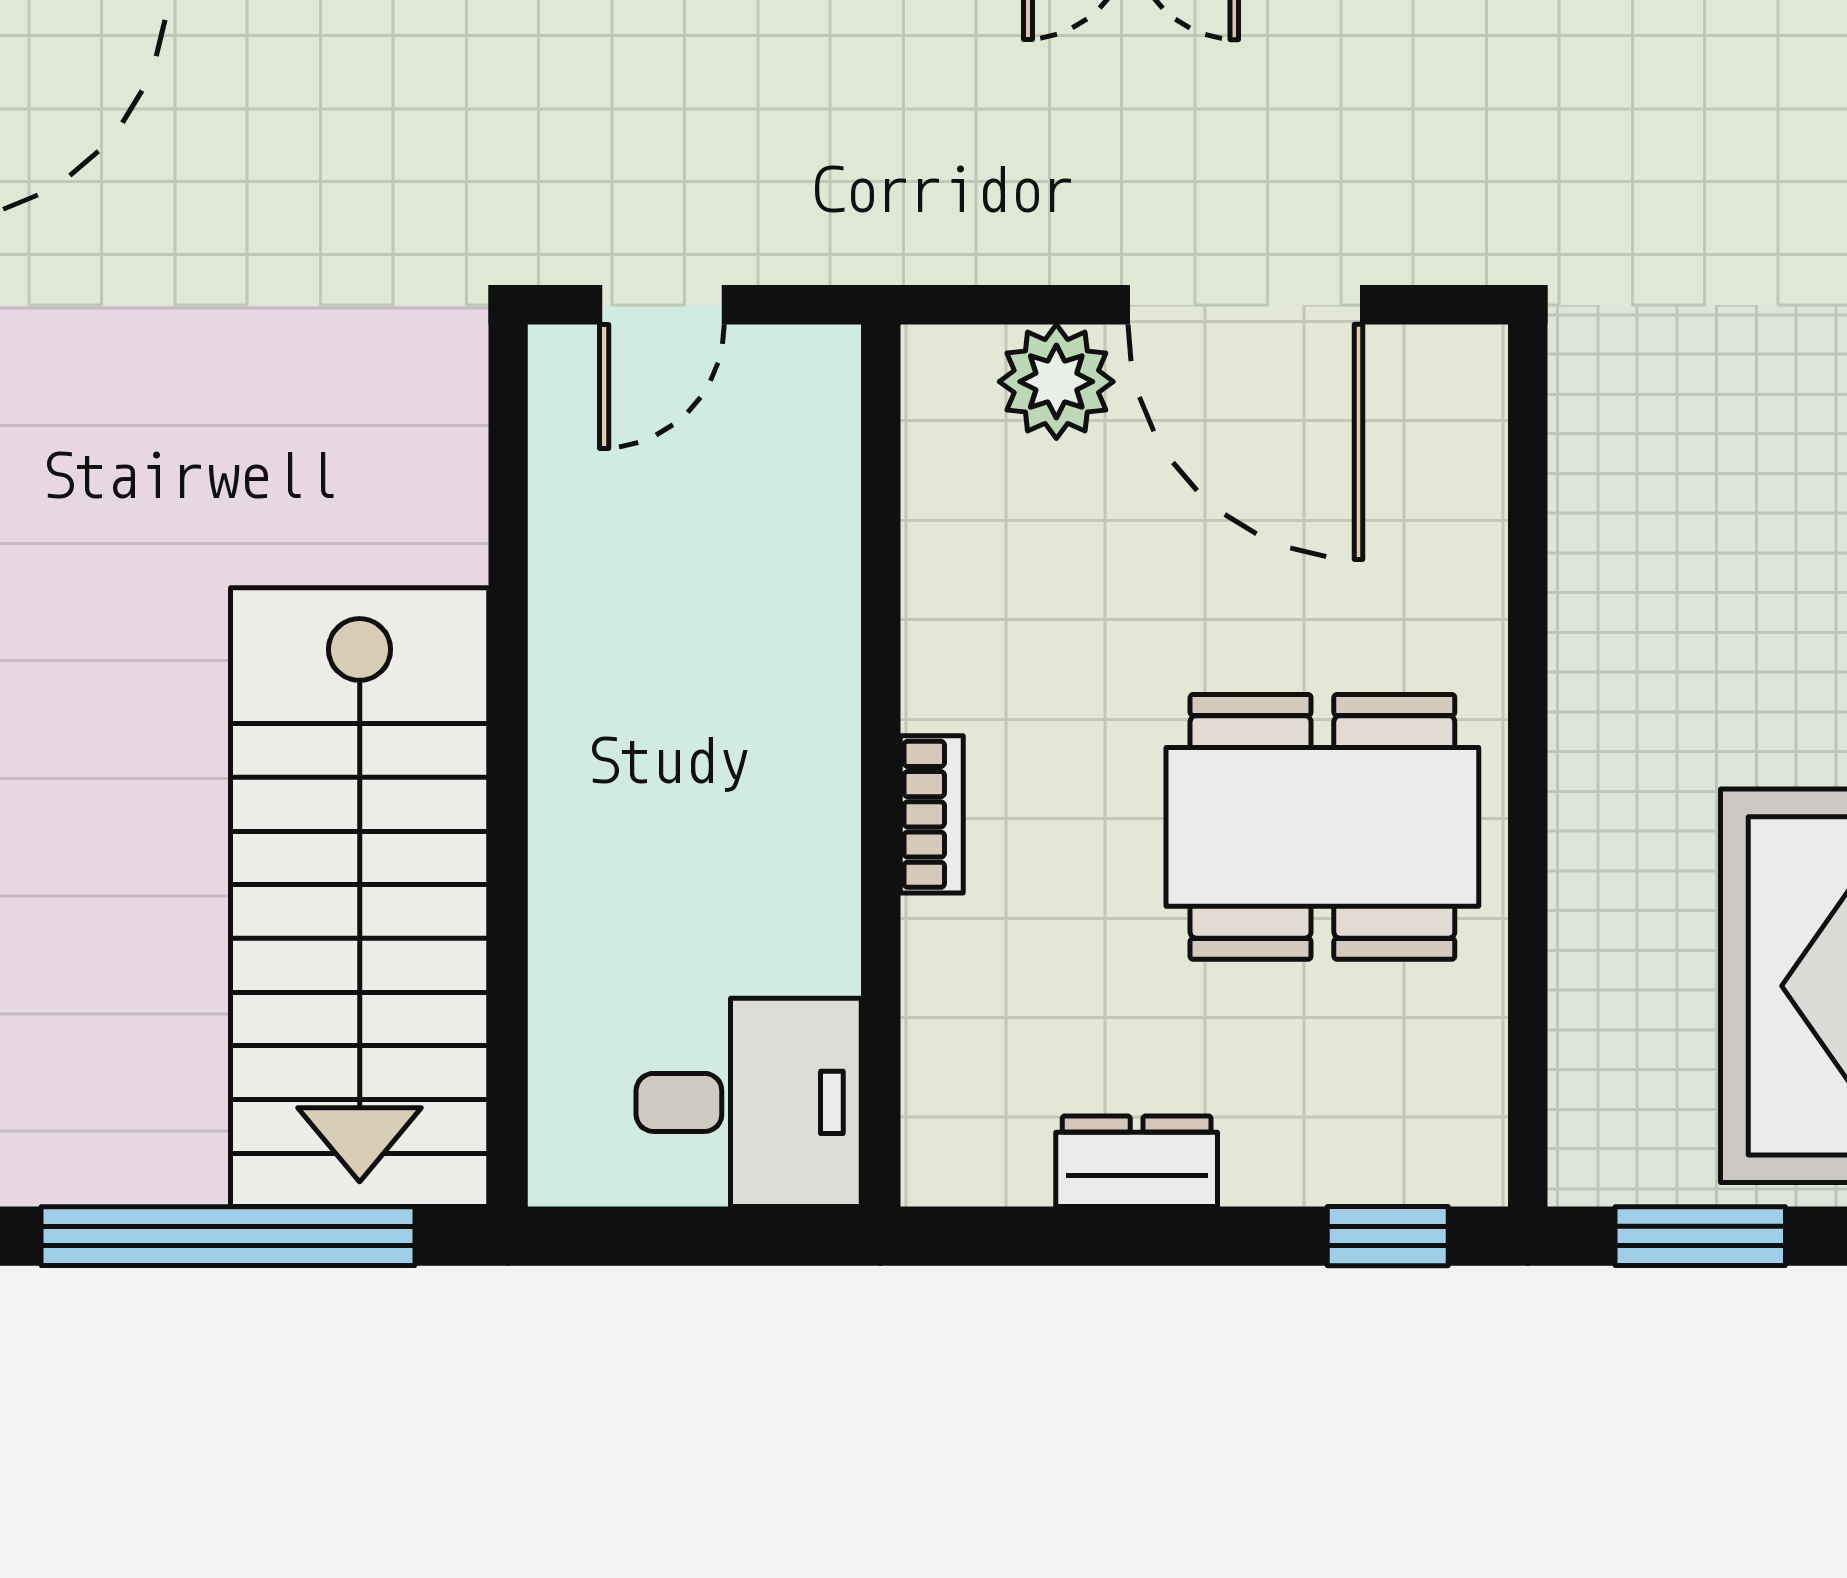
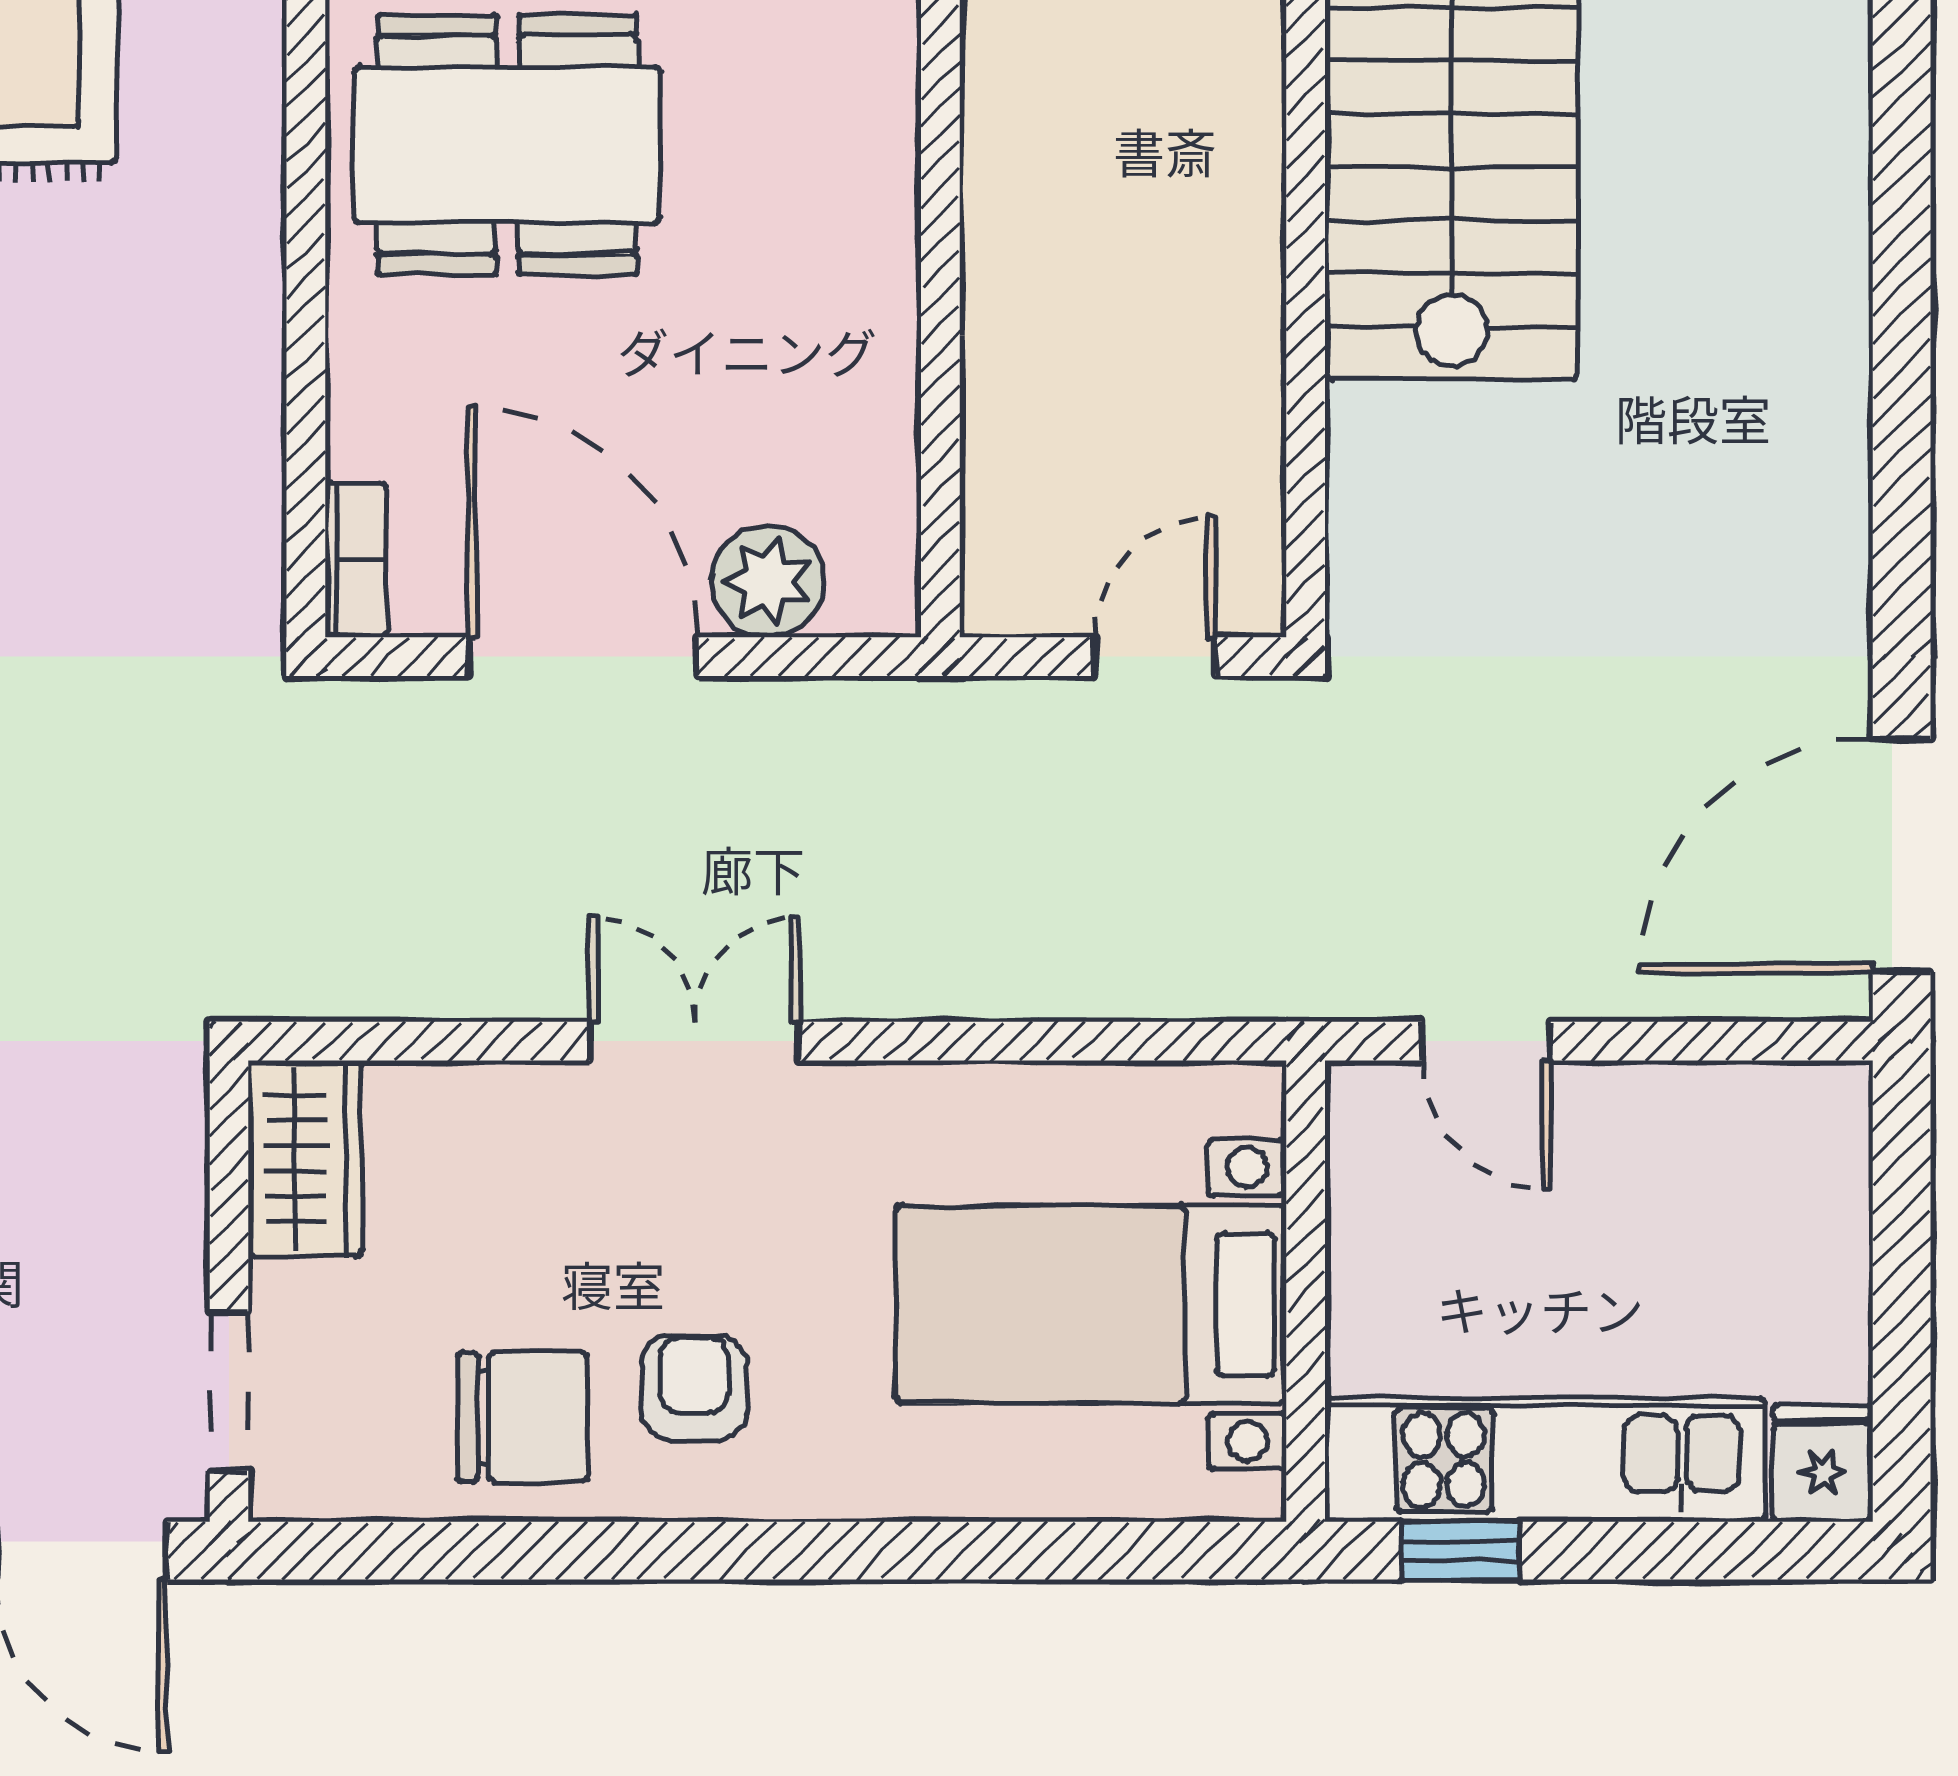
bookcase: (932, 814) -> (356, 560), moved, turned 180

